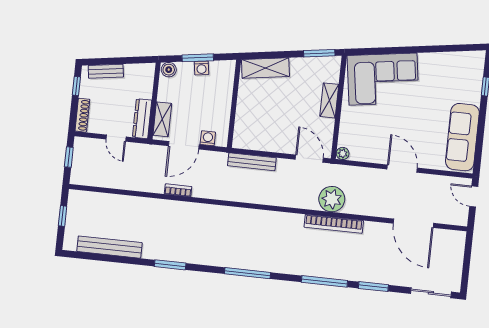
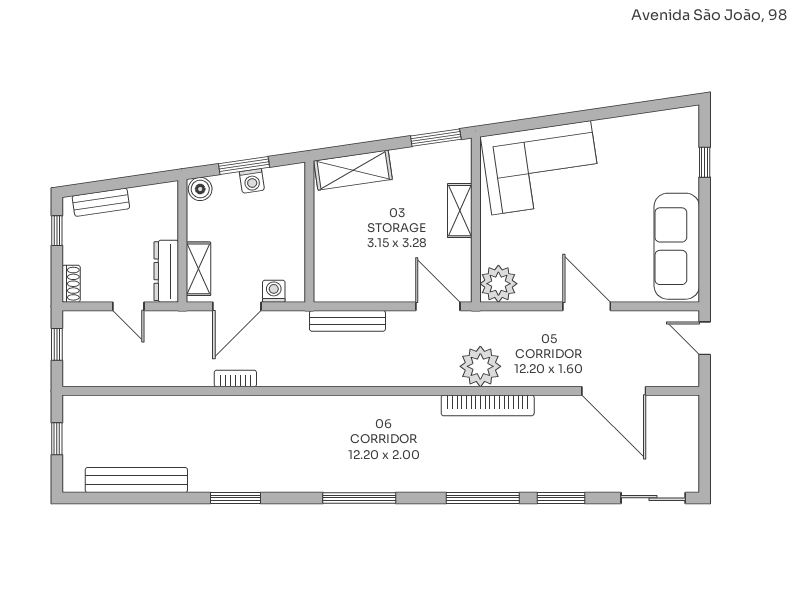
shoe rack: (82, 115) -> (71, 284), width x0.70
plant: (343, 153) -> (498, 284), width x1.88, depth x1.88

